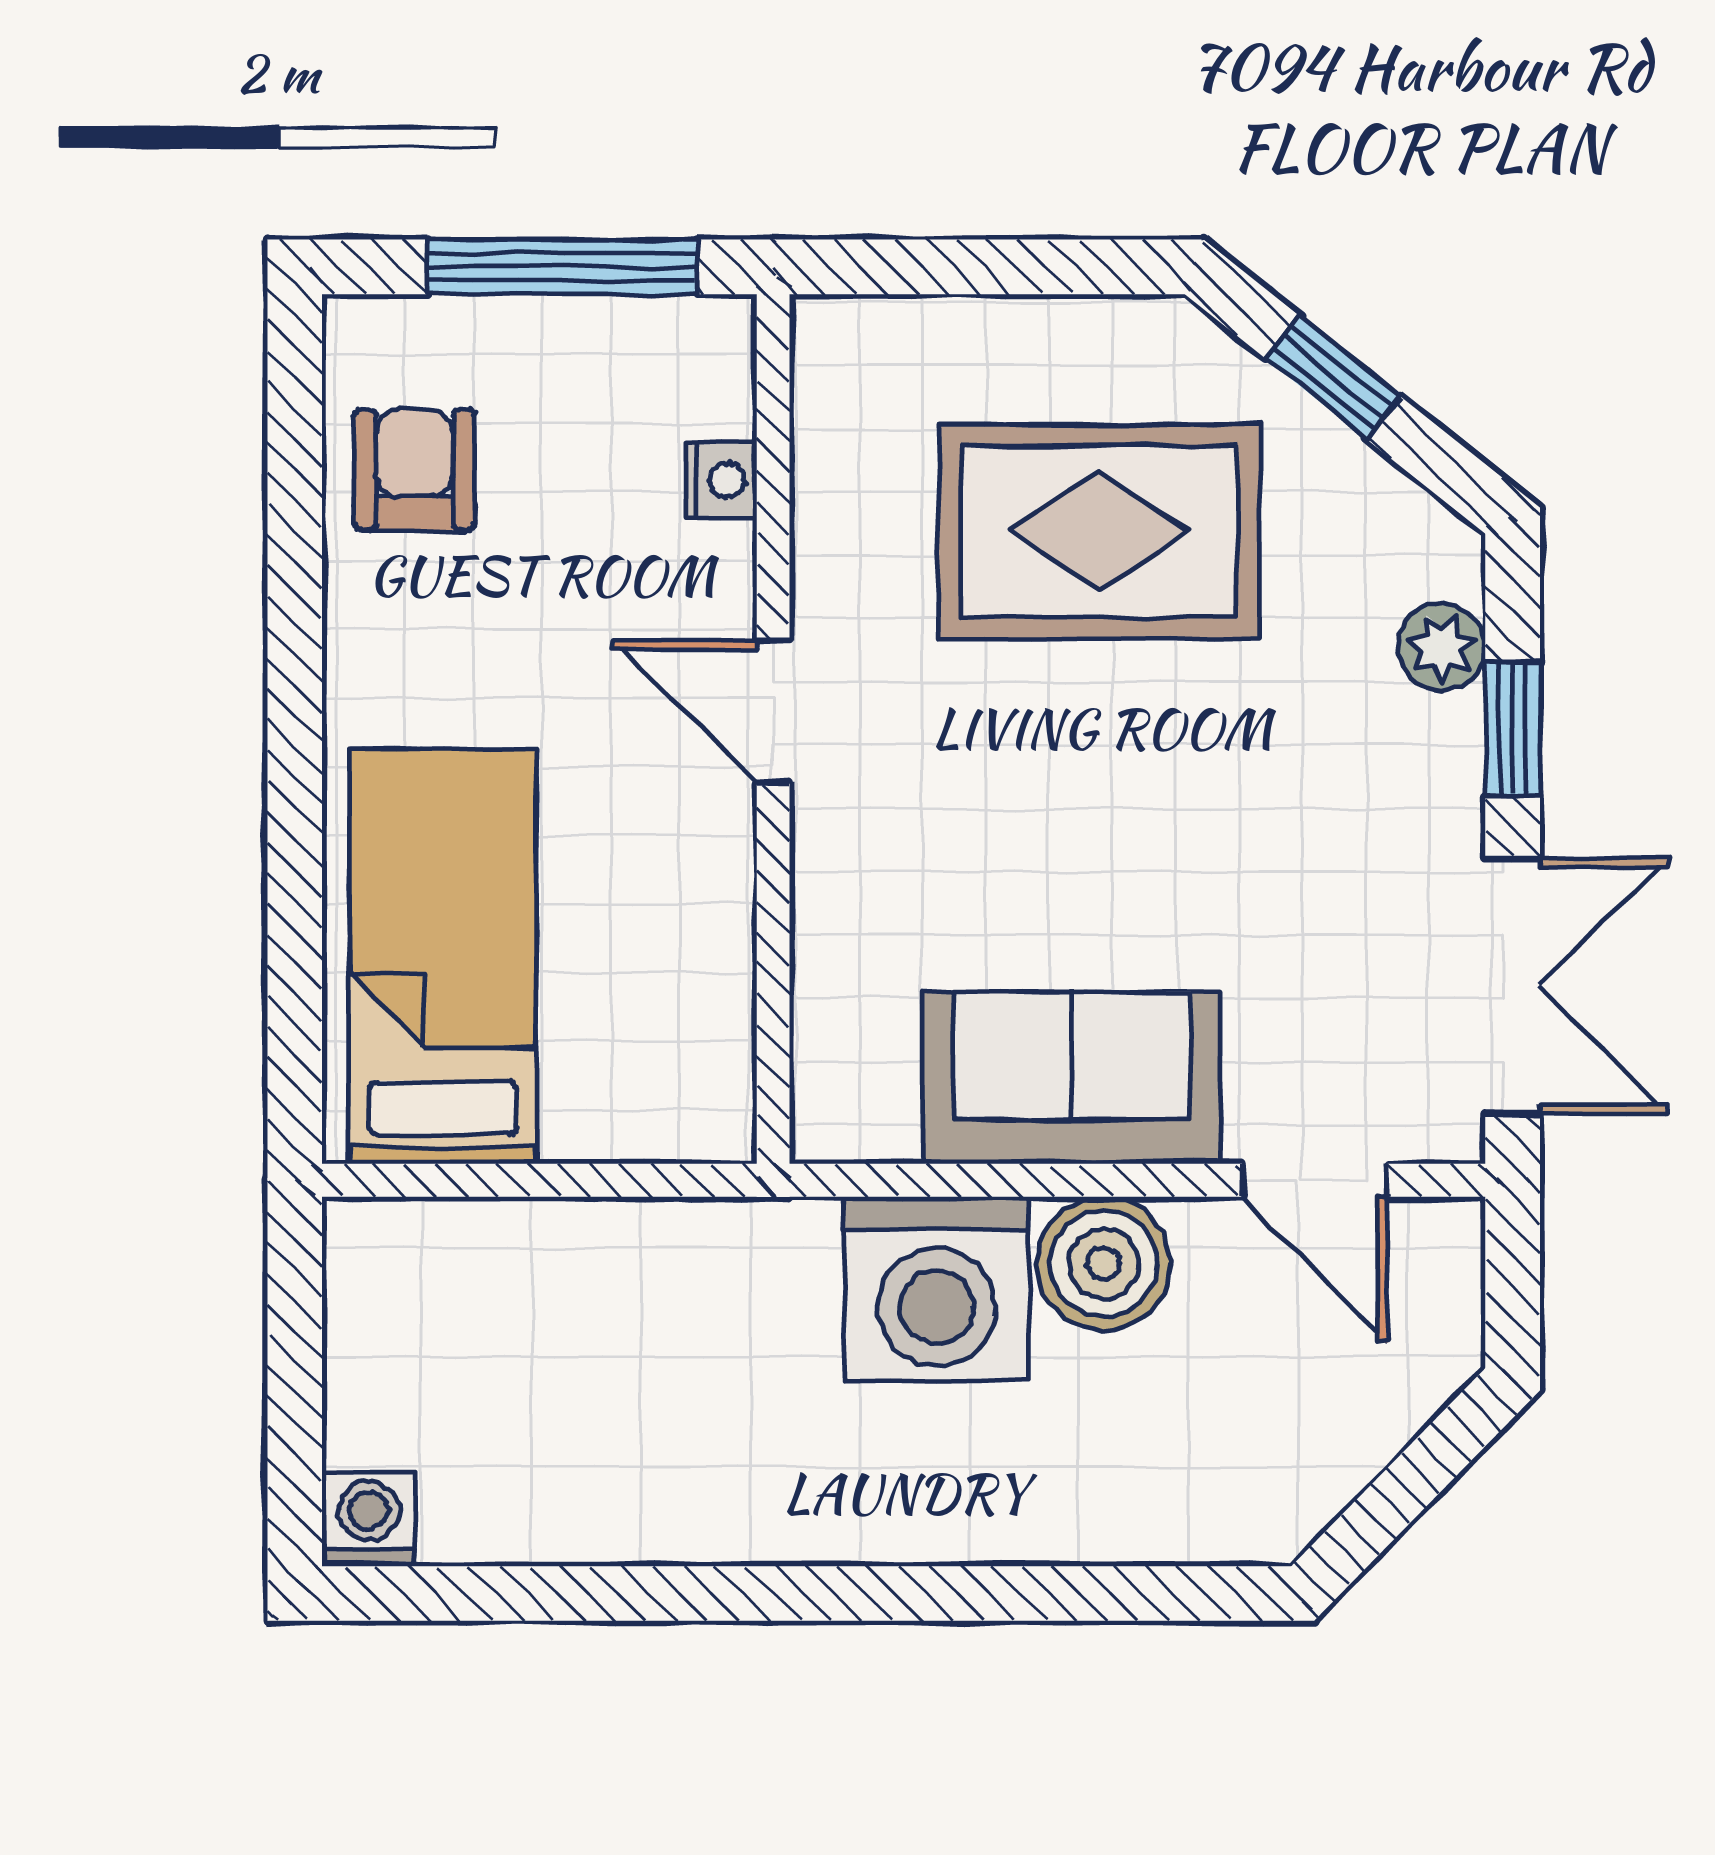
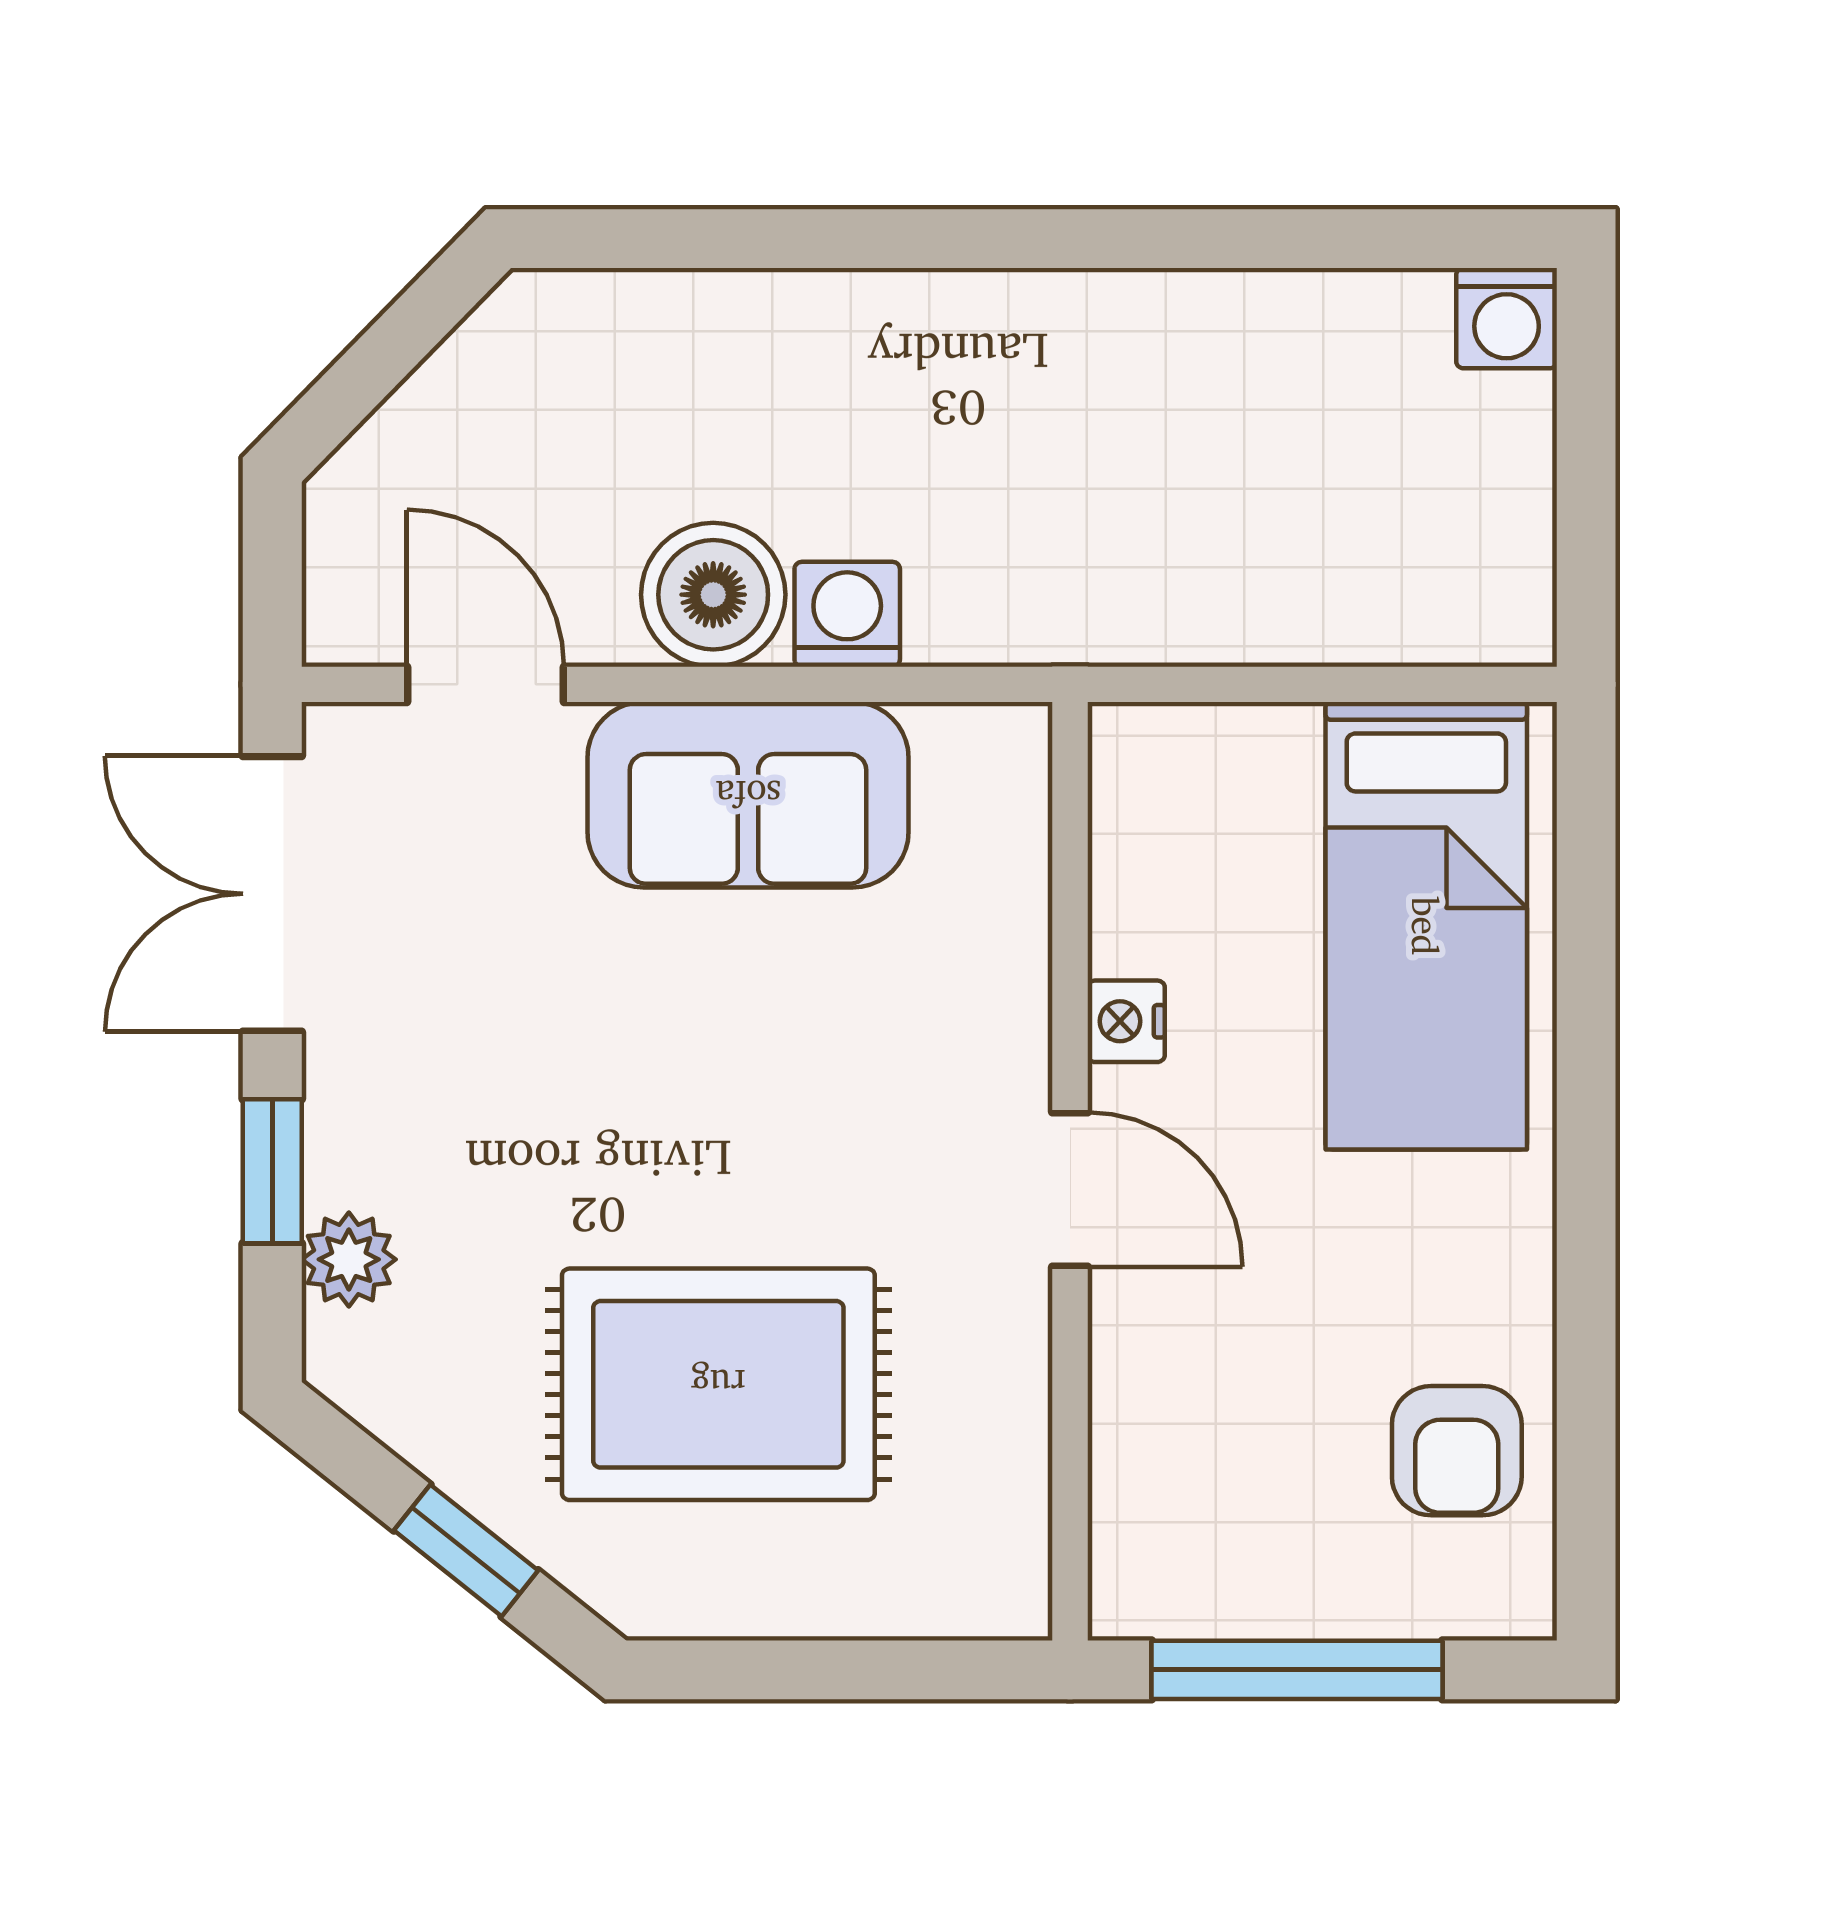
nightstand: (721, 480) -> (1126, 1021), moved
washing machine: (936, 1289) -> (847, 614), width x0.53, depth x0.53

